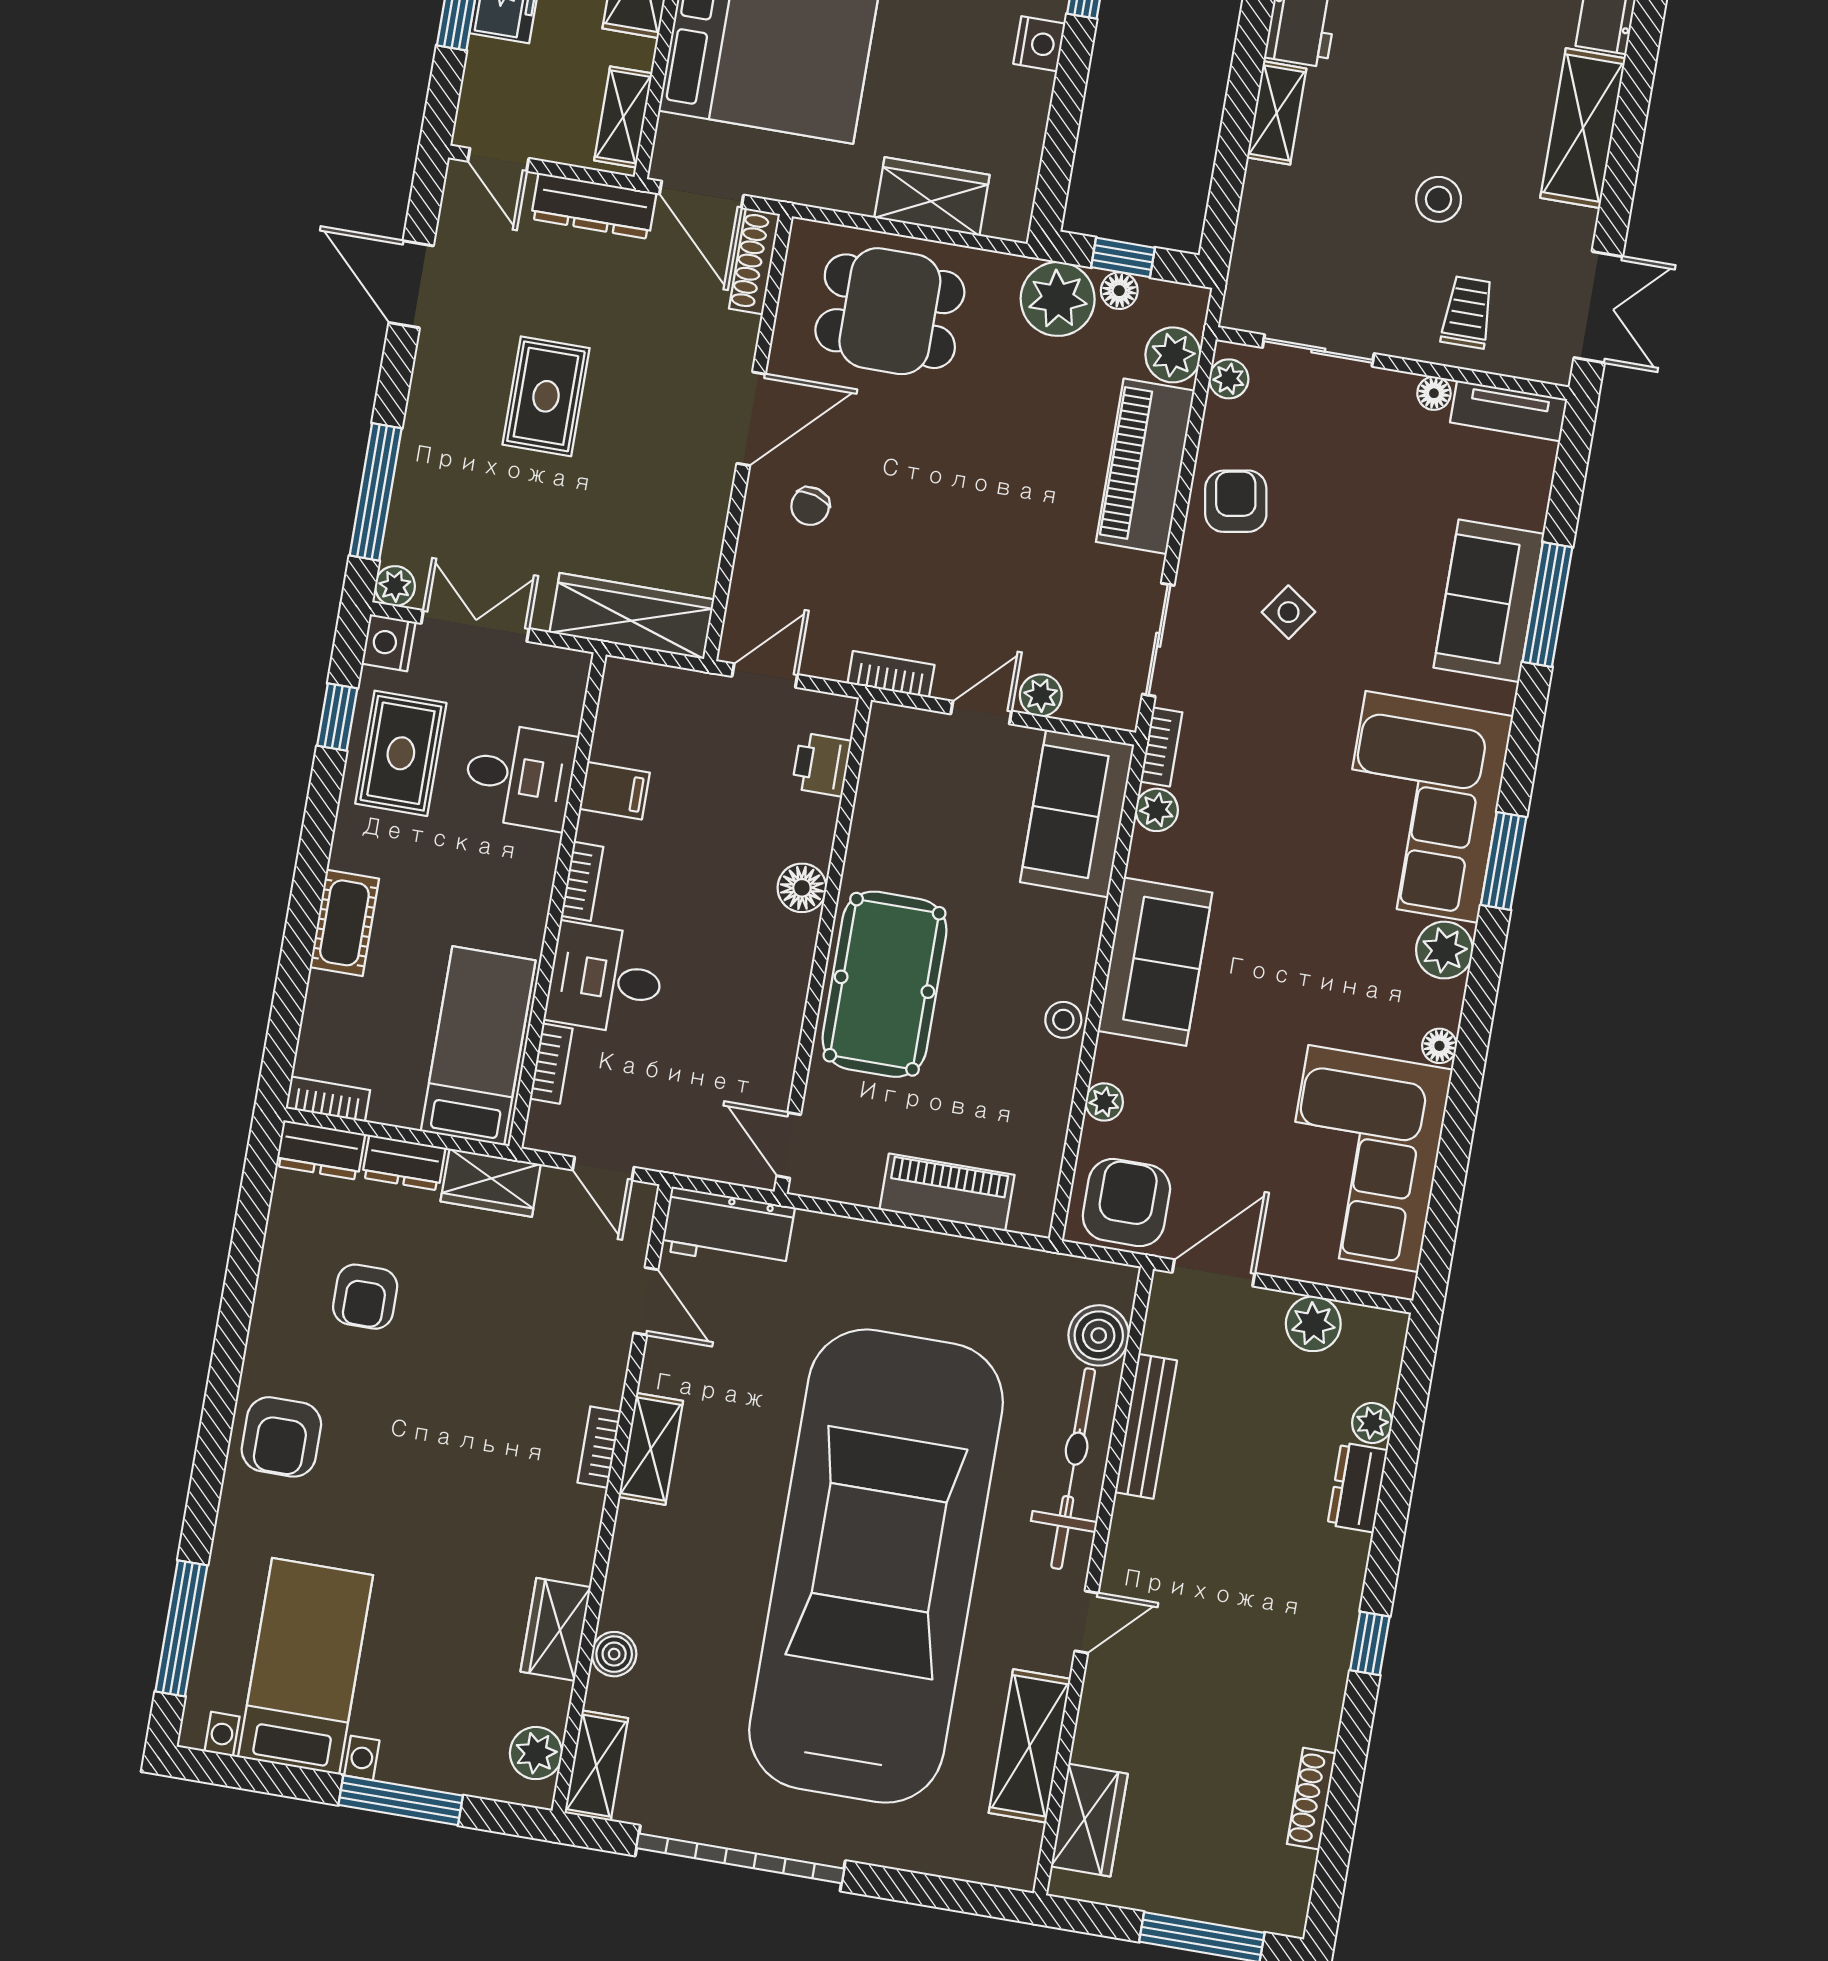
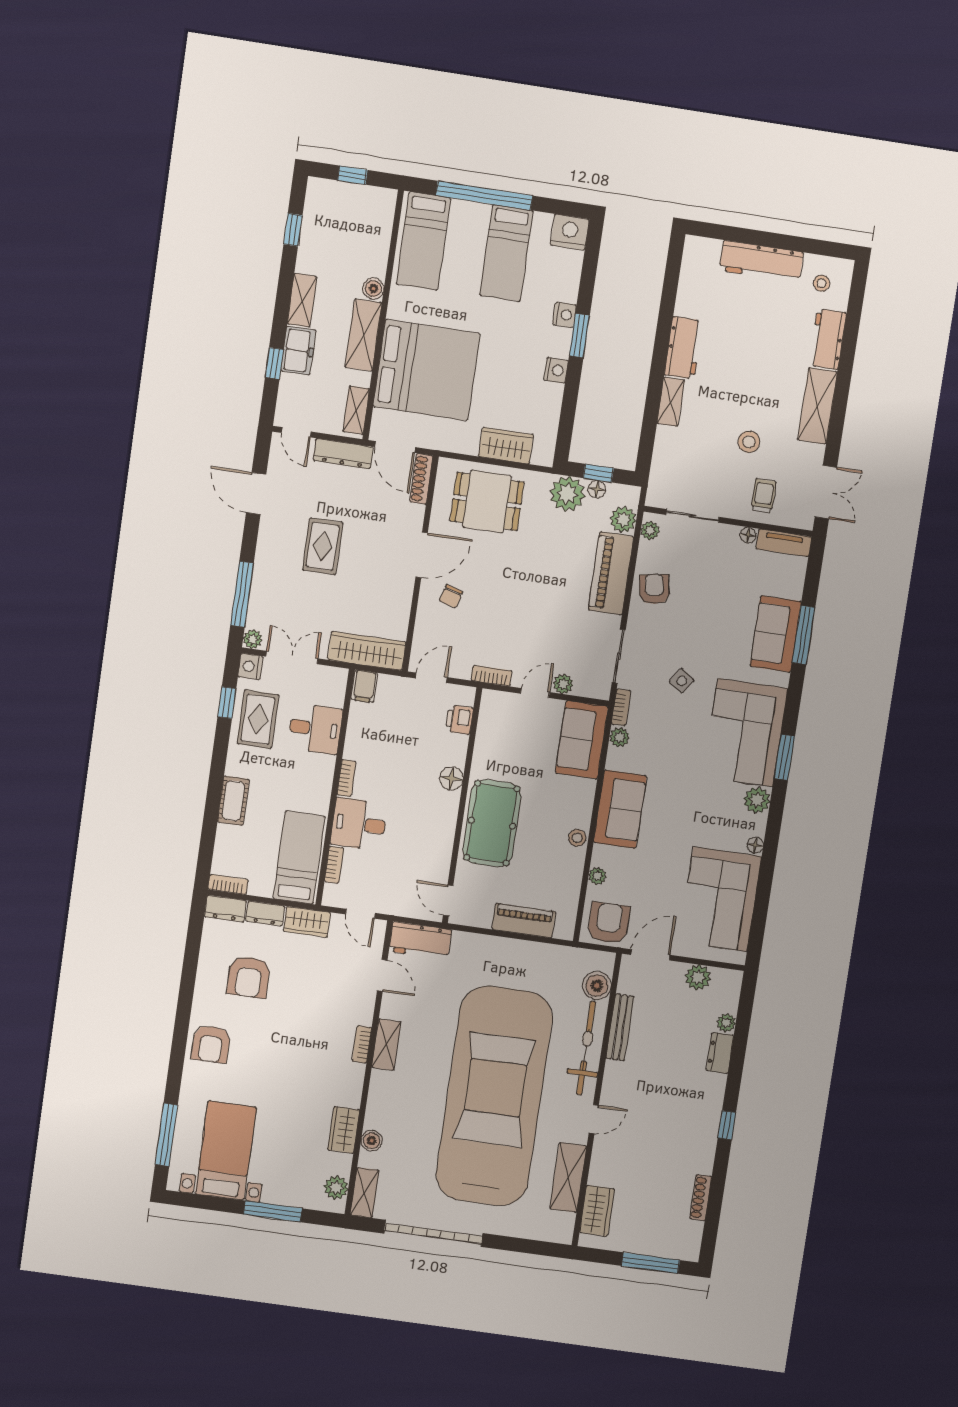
side table: (1288, 612) -> (682, 681), moved
filing cabinet: (615, 791) -> (364, 686), moved, turned 90
armchair: (365, 1297) -> (249, 977), width x1.38, depth x1.38

